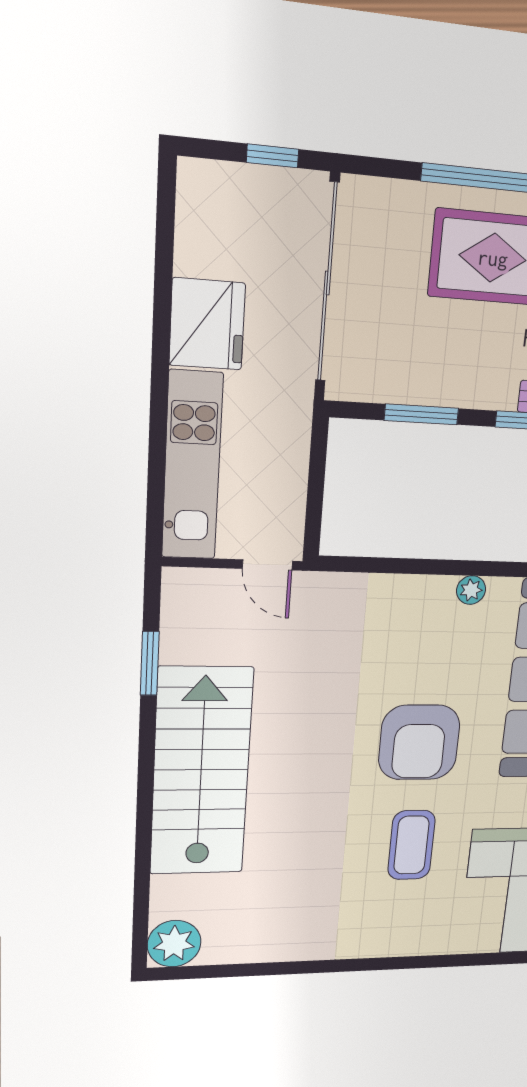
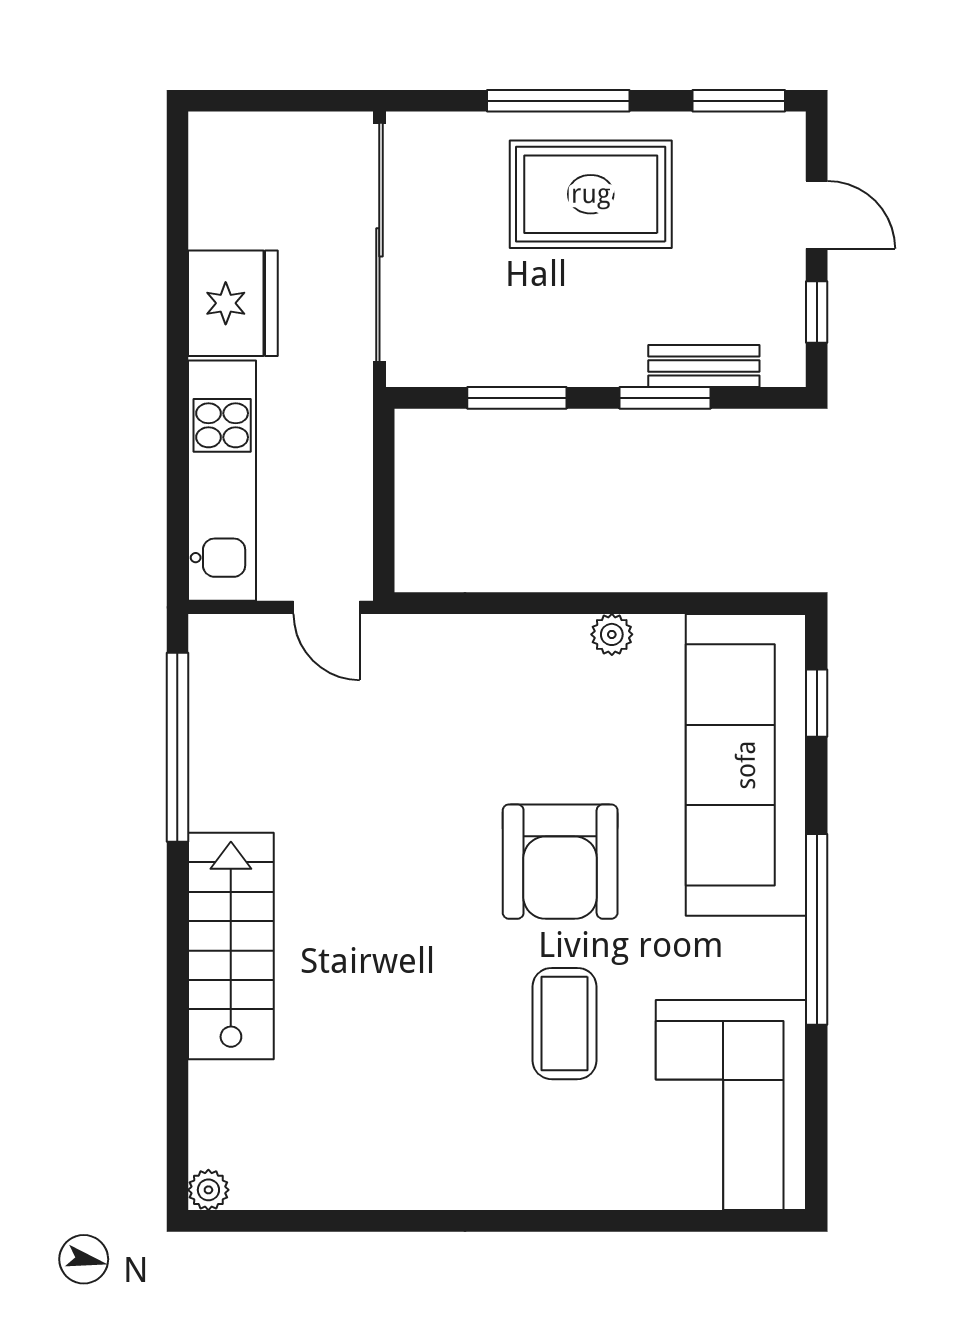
window: (273, 156) -> (302, 101), removed
window: (150, 663) -> (177, 747), width x2.11
stairs: (201, 772) -> (231, 946), width x0.73, depth x0.66
plant: (174, 944) -> (208, 1190), width x0.53, depth x0.53

